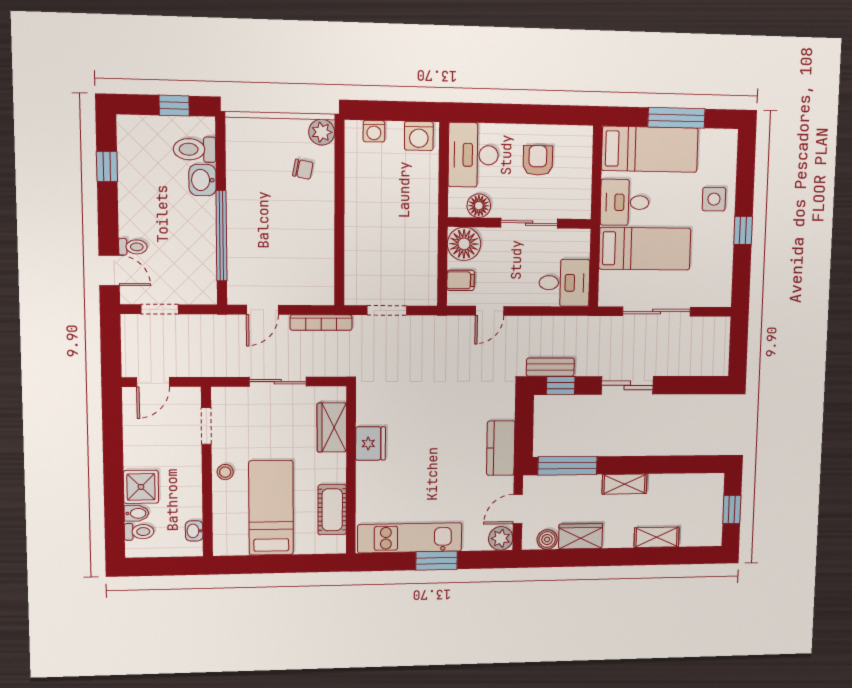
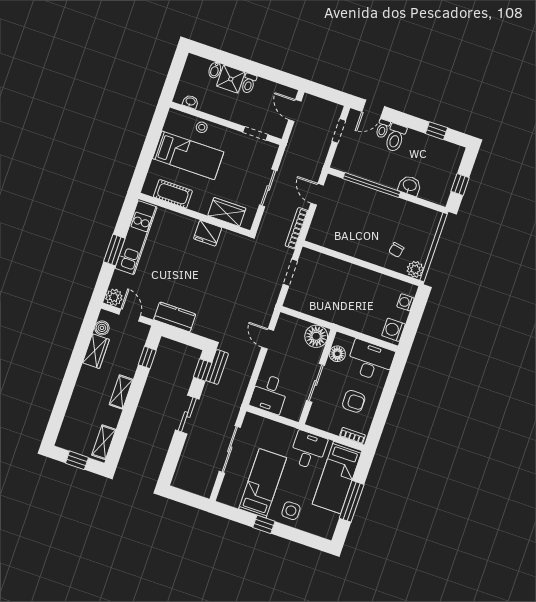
bookcase: (586, 146) -> (352, 436), added
toilet: (195, 149) -> (395, 138), moved, turned 180
bed: (645, 249) -> (263, 483), moved, turned 180
filing cabinet: (461, 280) -> (294, 326), removed
window: (567, 466) -> (147, 357), width x0.46
stool: (225, 472) -> (202, 127), moved
toilet: (139, 532) -> (249, 83), moved
shelving: (657, 537) -> (104, 442), moved

